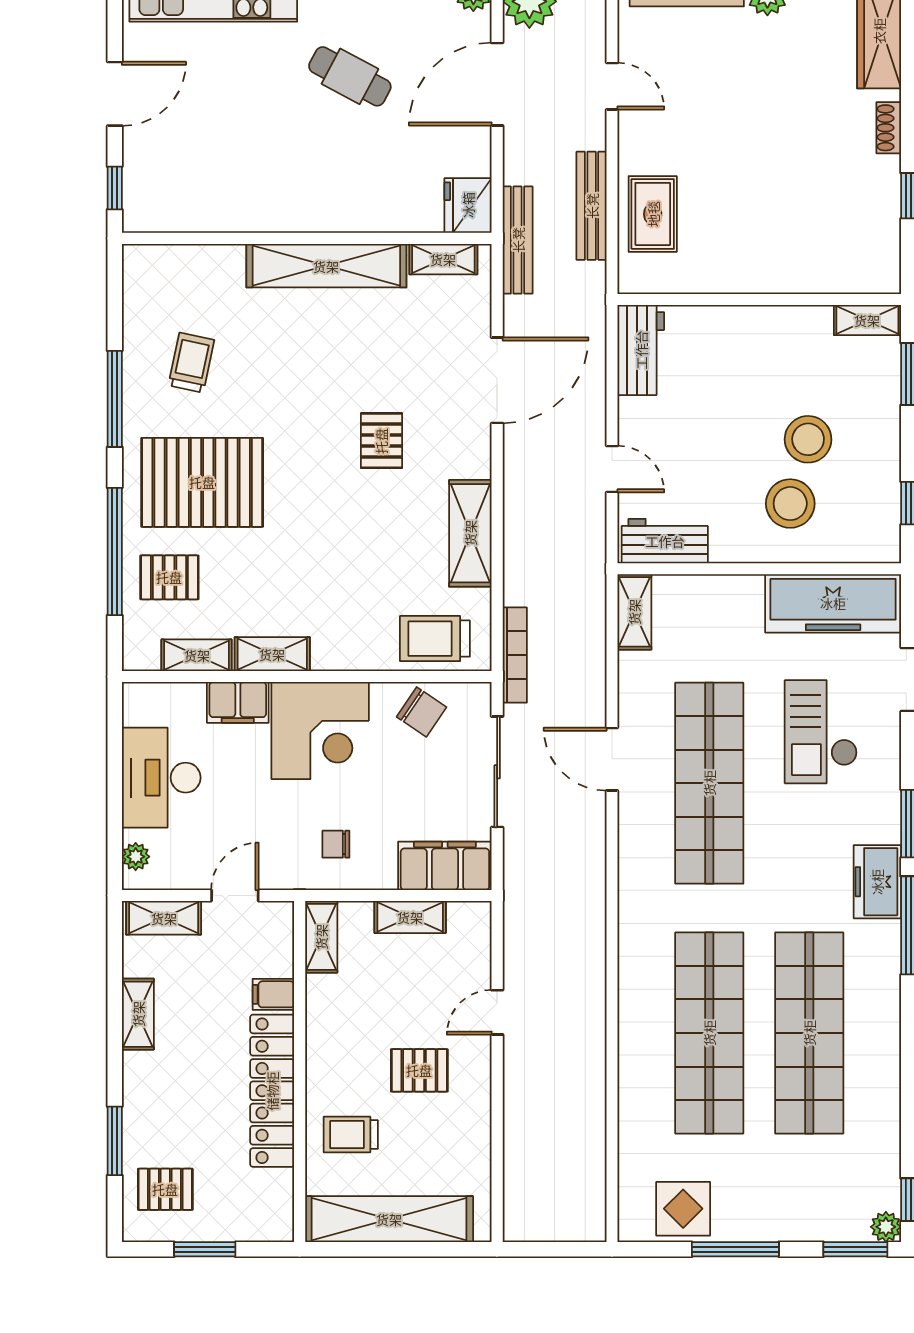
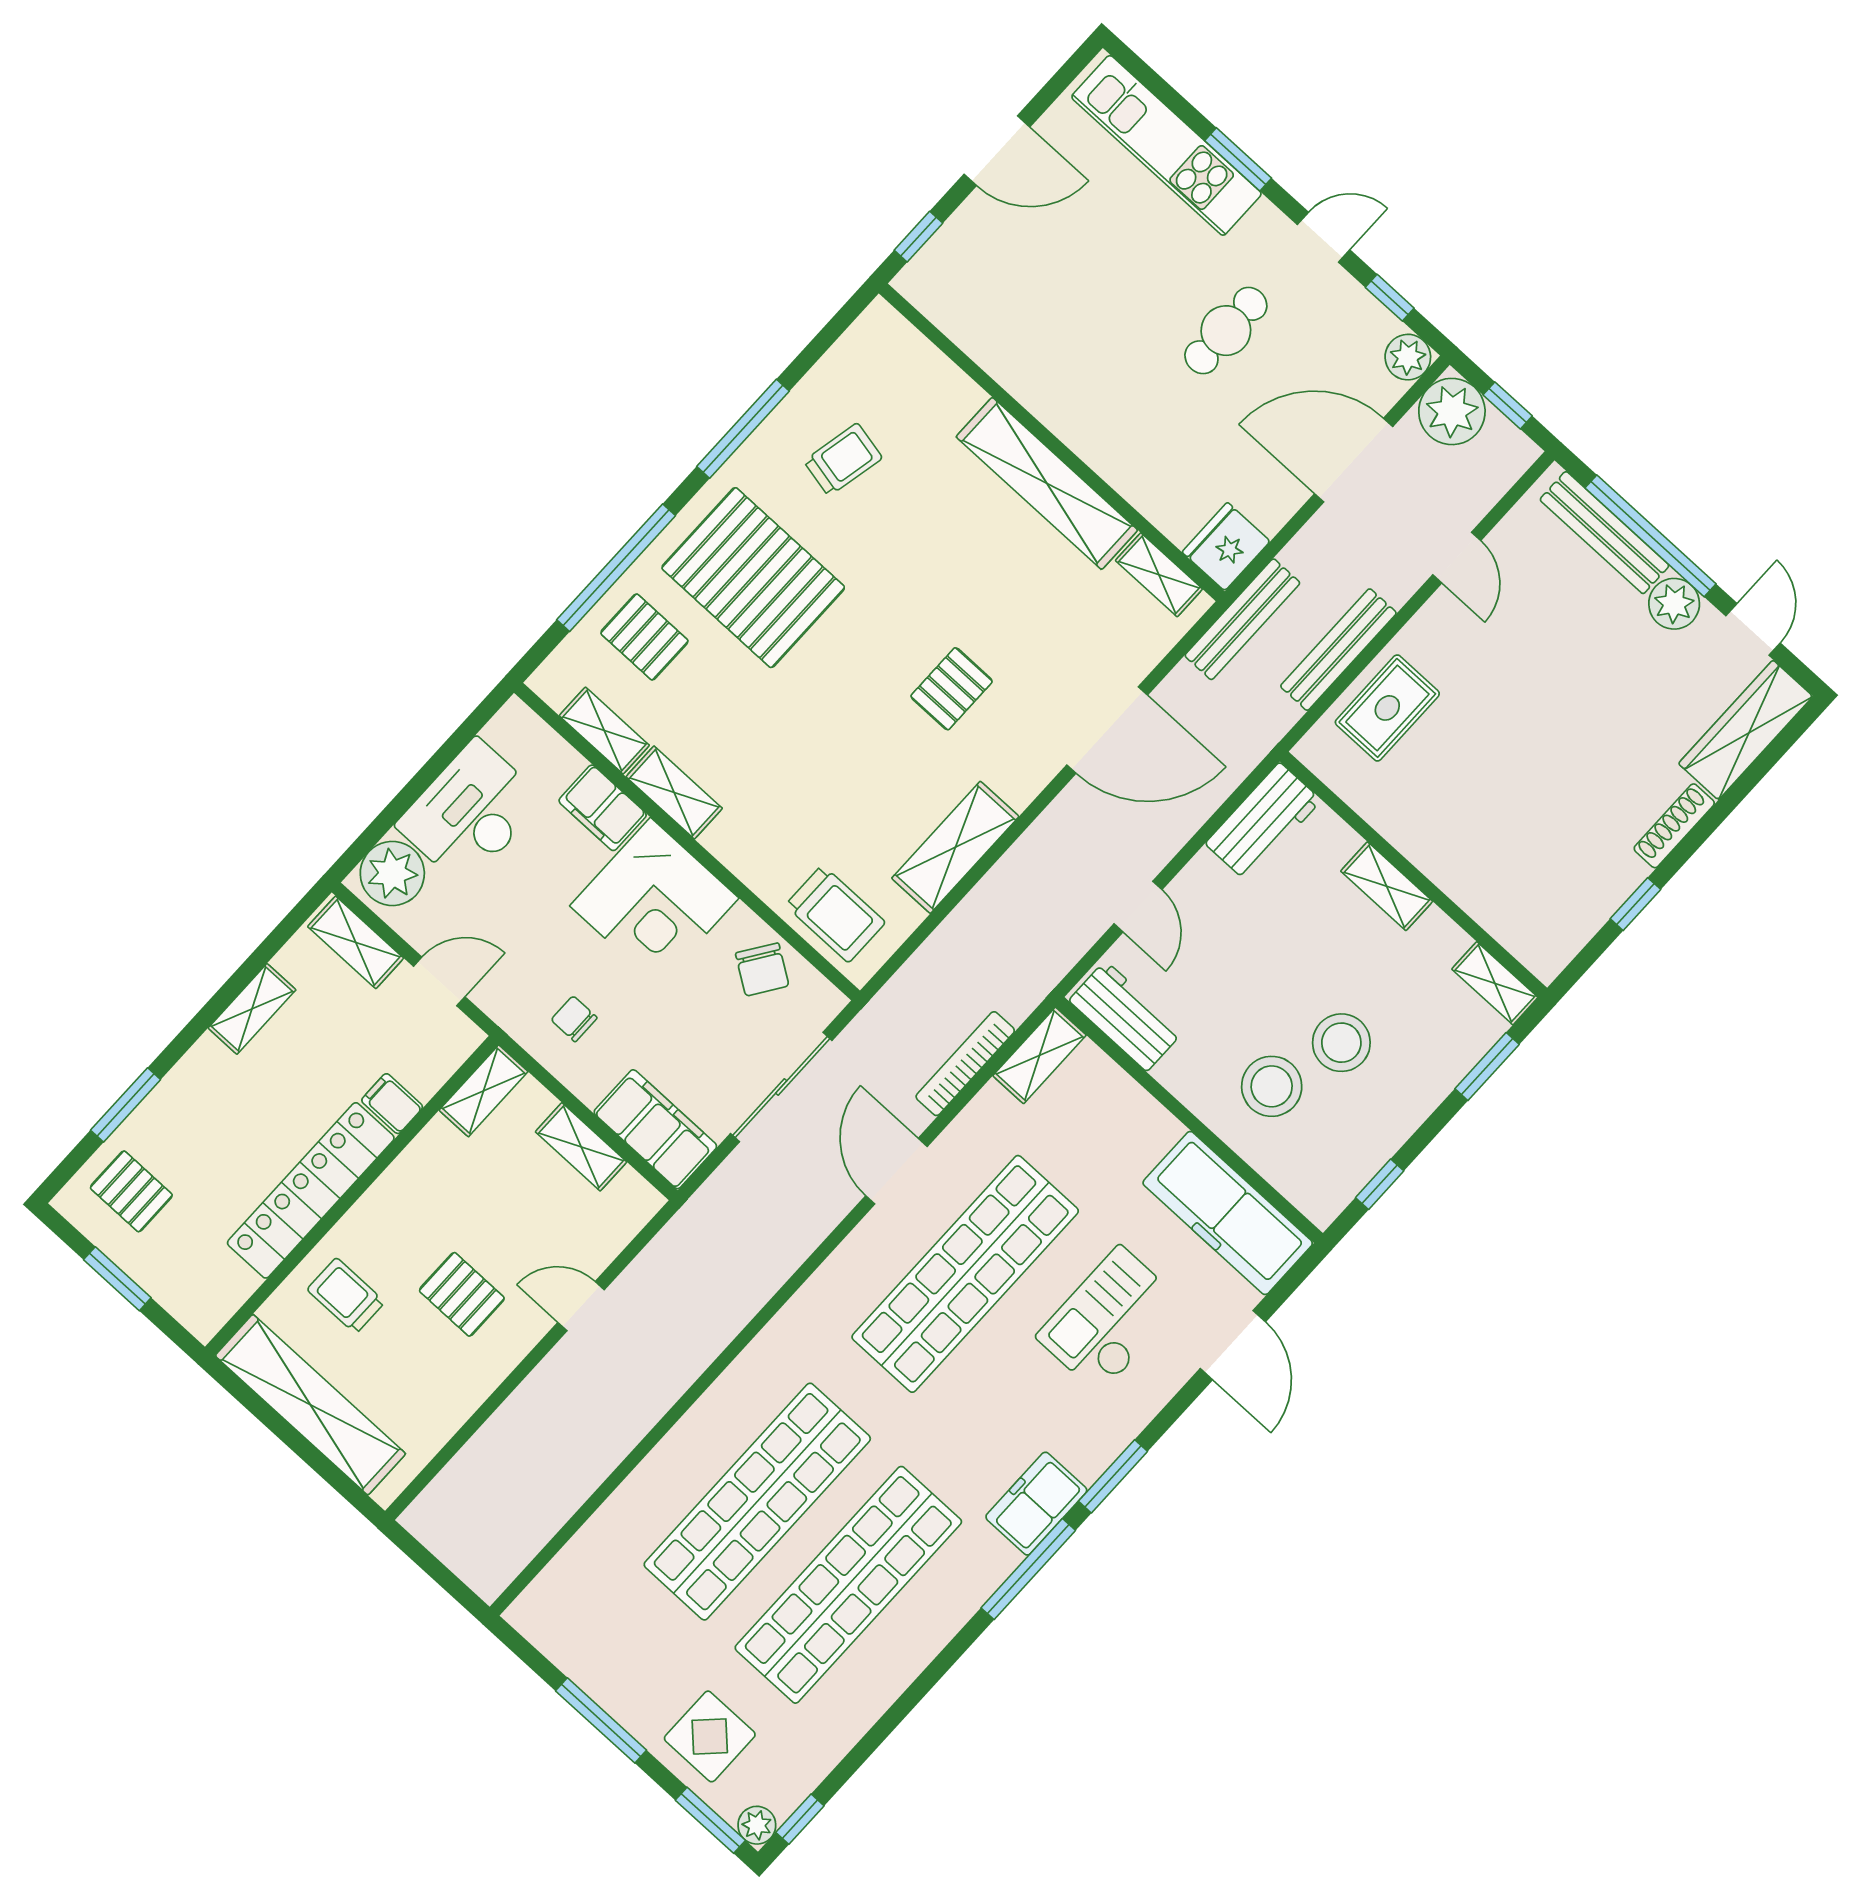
cafe table: (350, 76) -> (1226, 331), turned 62
shoe rack: (889, 128) -> (1674, 826), width x1.43
shelving: (750, 321) -> (1387, 886), added
trolley: (435, 639) -> (835, 914), turned 180
bookcase: (515, 655) -> (965, 1064), moved, turned 180
plant: (136, 857) -> (392, 873), width x1.88, depth x1.88
display table: (683, 1209) -> (710, 1736), moved

